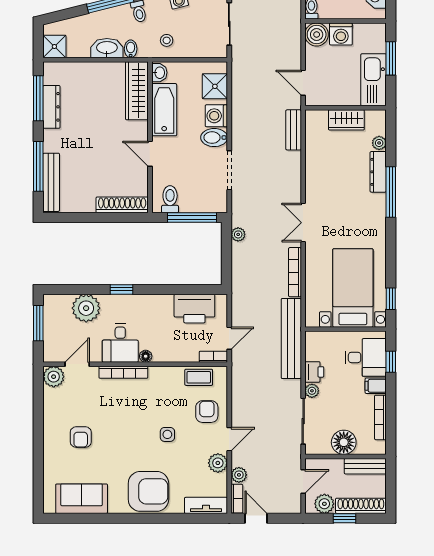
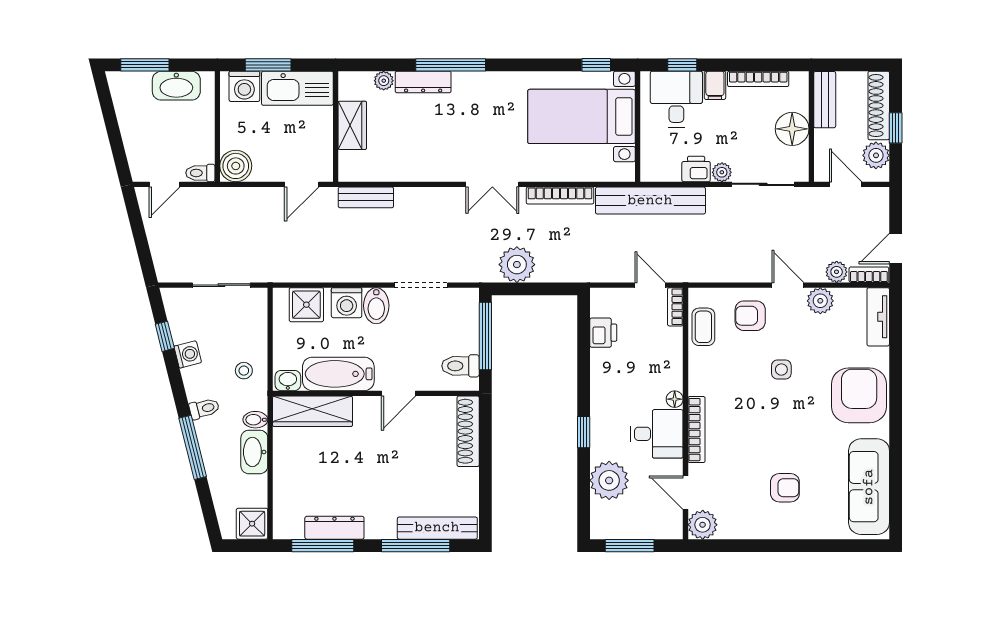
washing machine: (341, 34) -> (244, 86), moved, turned 90
plant: (238, 234) -> (517, 265), width x1.88, depth x1.88
printer: (194, 309) -> (603, 333), width x0.53, depth x0.68
sofa: (82, 499) -> (869, 487), width x1.36

